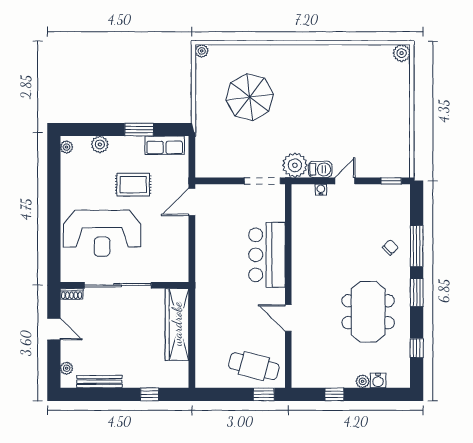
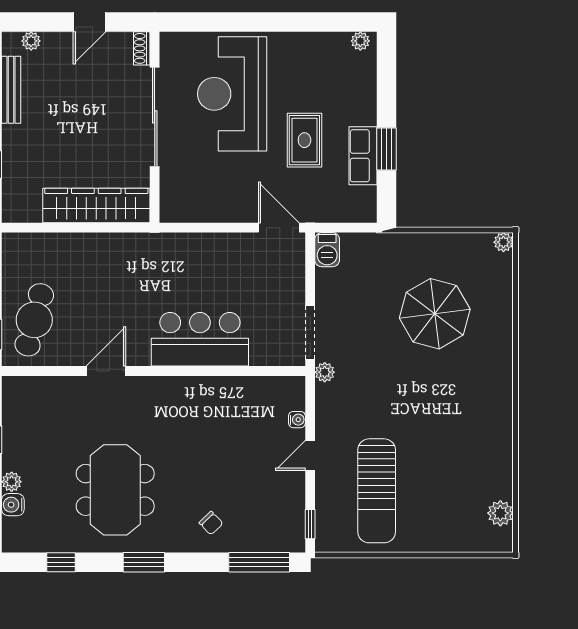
plant: (402, 53) -> (500, 513), moved
sun lounger: (369, 136) -> (377, 491), added
plant: (100, 144) -> (364, 91), removed
row of seats: (165, 145) -> (363, 156), moved
plant: (295, 165) -> (325, 372), width x0.53, depth x0.53
barbecue: (320, 169) -> (327, 250), moved
door: (345, 181) -> (310, 455), swing flipped
window: (417, 246) -> (259, 562), moved
meeting table: (368, 312) -> (115, 490), turned 90

